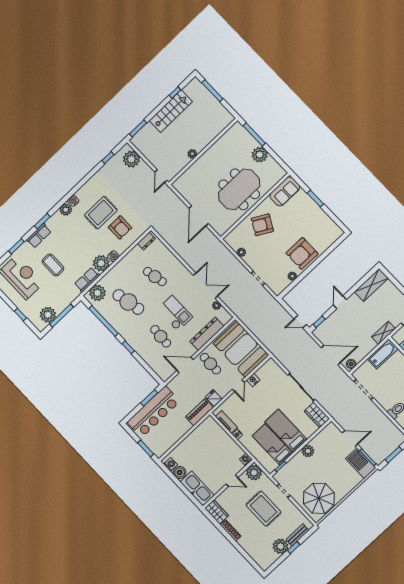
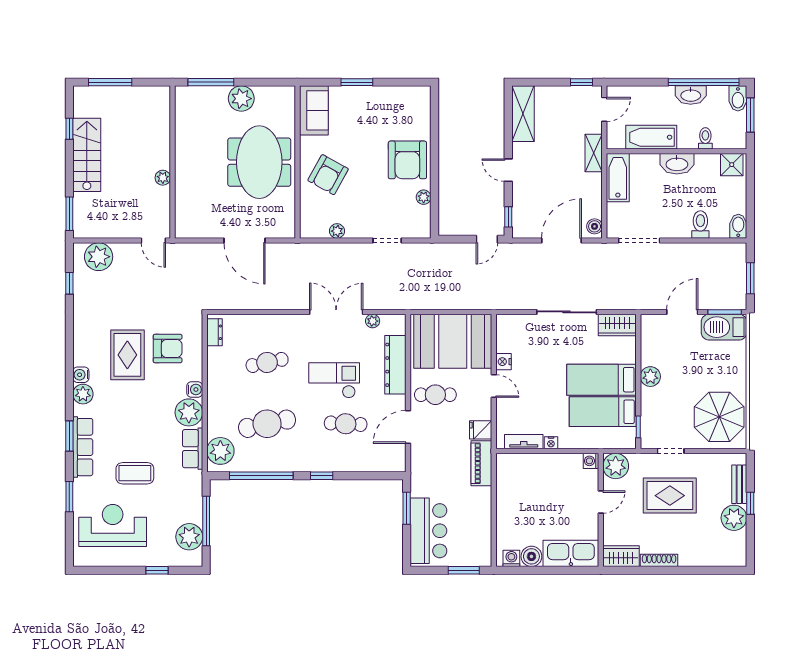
row of seats: (39, 236) -> (83, 447), width x1.48
bar counter: (154, 412) -> (428, 531), width x0.73

